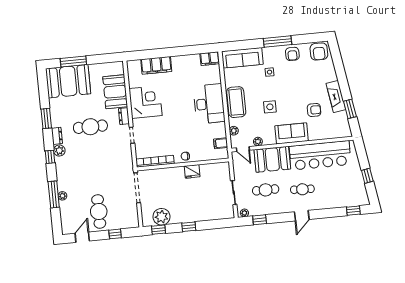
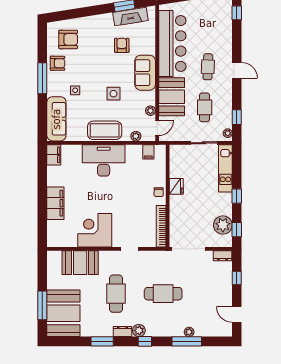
armchair: (319, 52) -> (68, 39), moved
filing cabinet: (156, 65) -> (55, 203), moved
fireplace: (336, 96) -> (130, 16), moved
dresser: (124, 116) -> (223, 256), moved
cafe table: (99, 211) -> (163, 294), moved
kitchen unit: (213, 214) -> (225, 168), added

